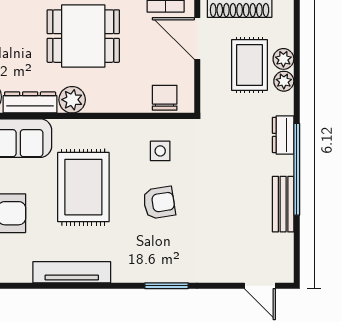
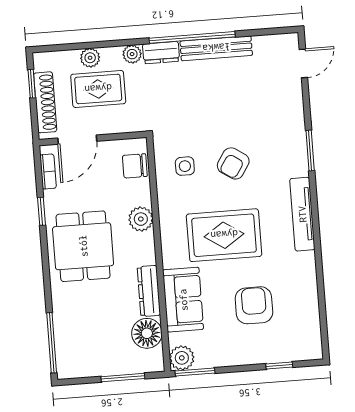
plant: (284, 81) -> (132, 54), moved
plant: (72, 100) -> (141, 219), moved
armchair: (159, 203) -> (233, 163), turned -138
bench: (283, 204) -> (216, 48), width x1.36
tv unit: (72, 272) -> (302, 214), moved

